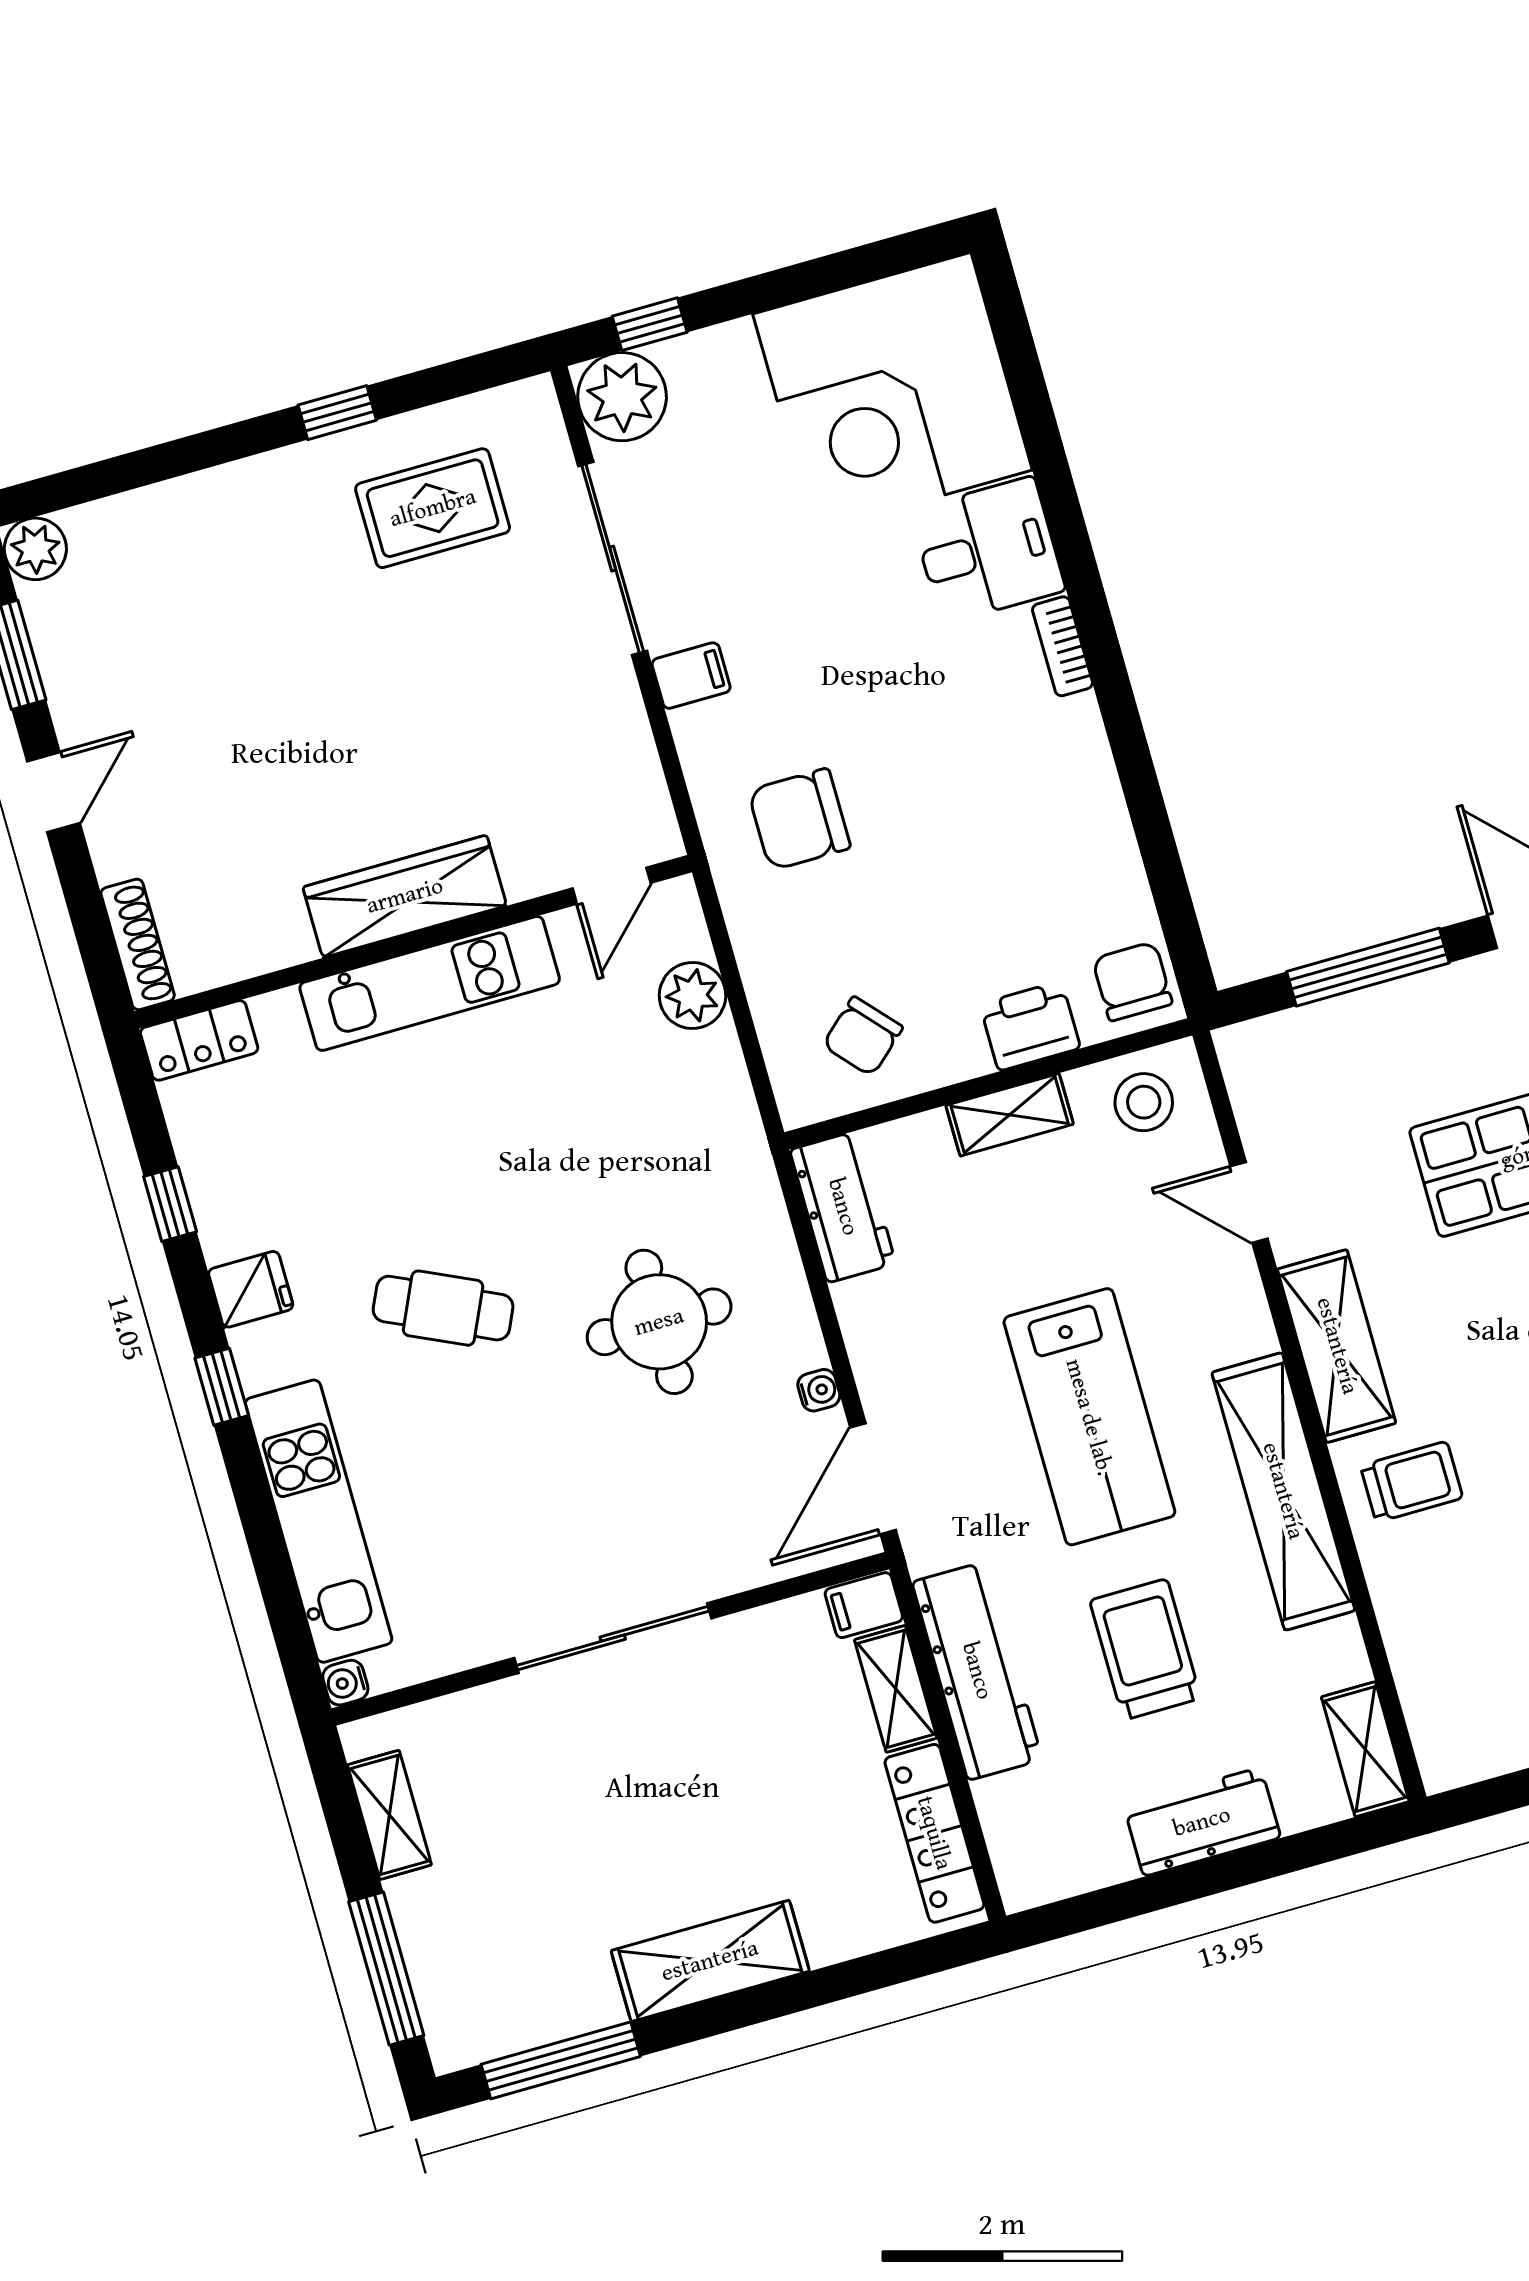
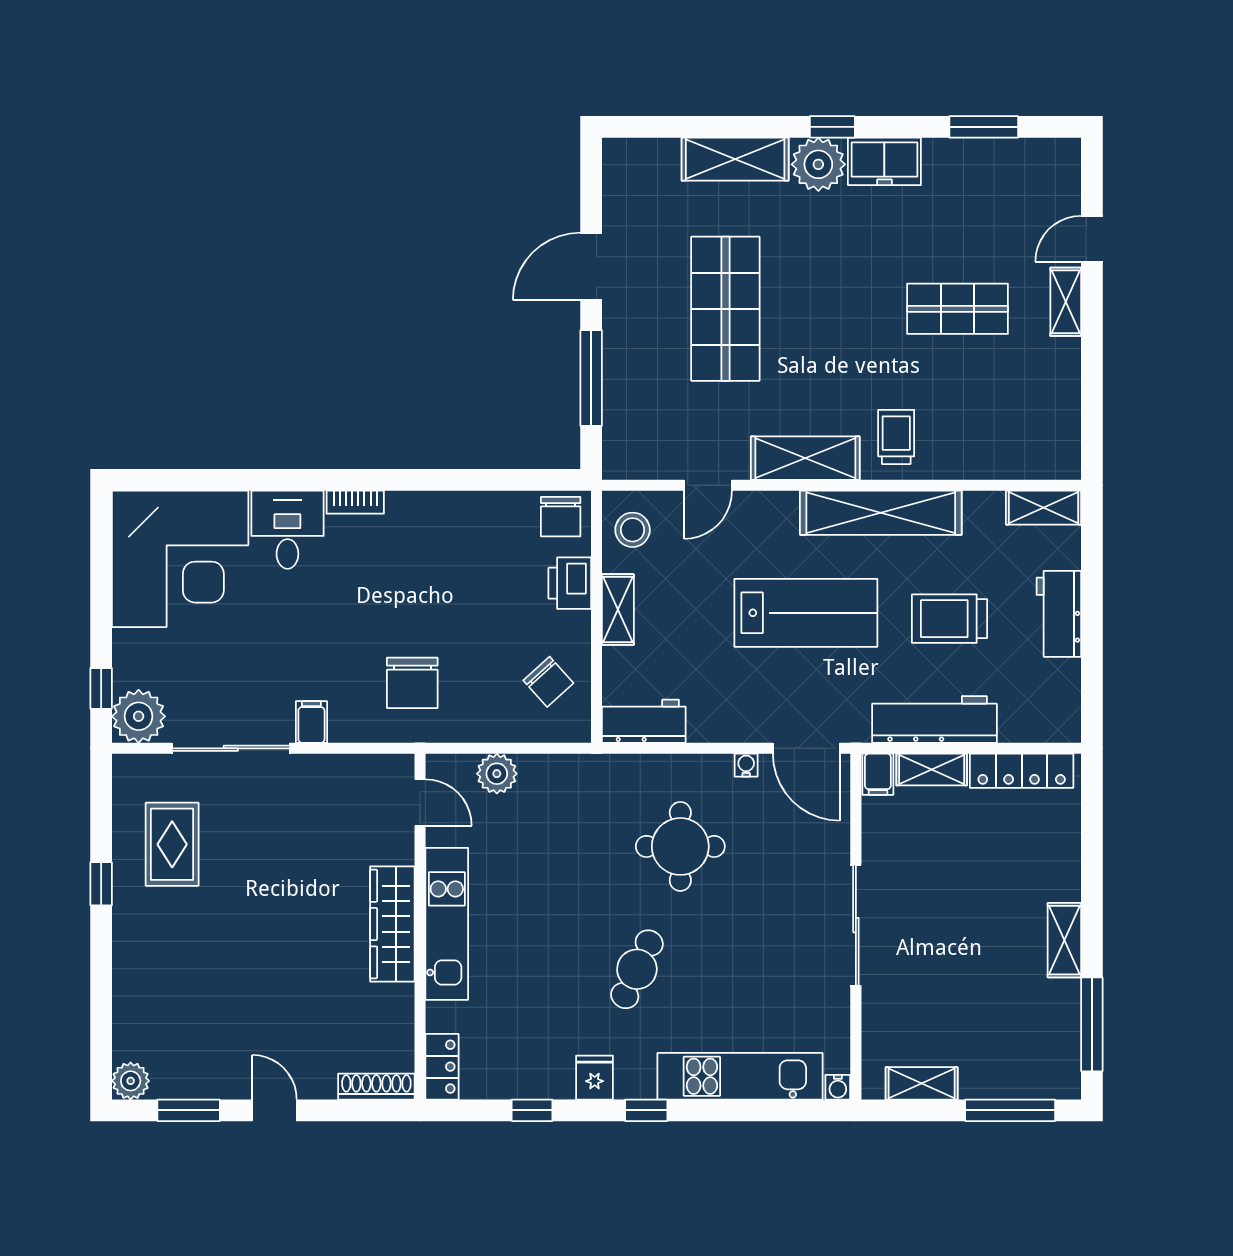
chair: (1132, 981) -> (561, 517), turned -90
shelving: (710, 1961) -> (1064, 940), width x0.67, depth x0.75

